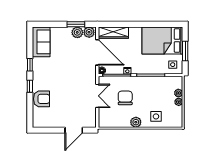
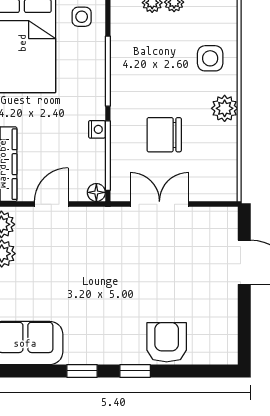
door: (97, 52) -> (51, 204), width x0.53

